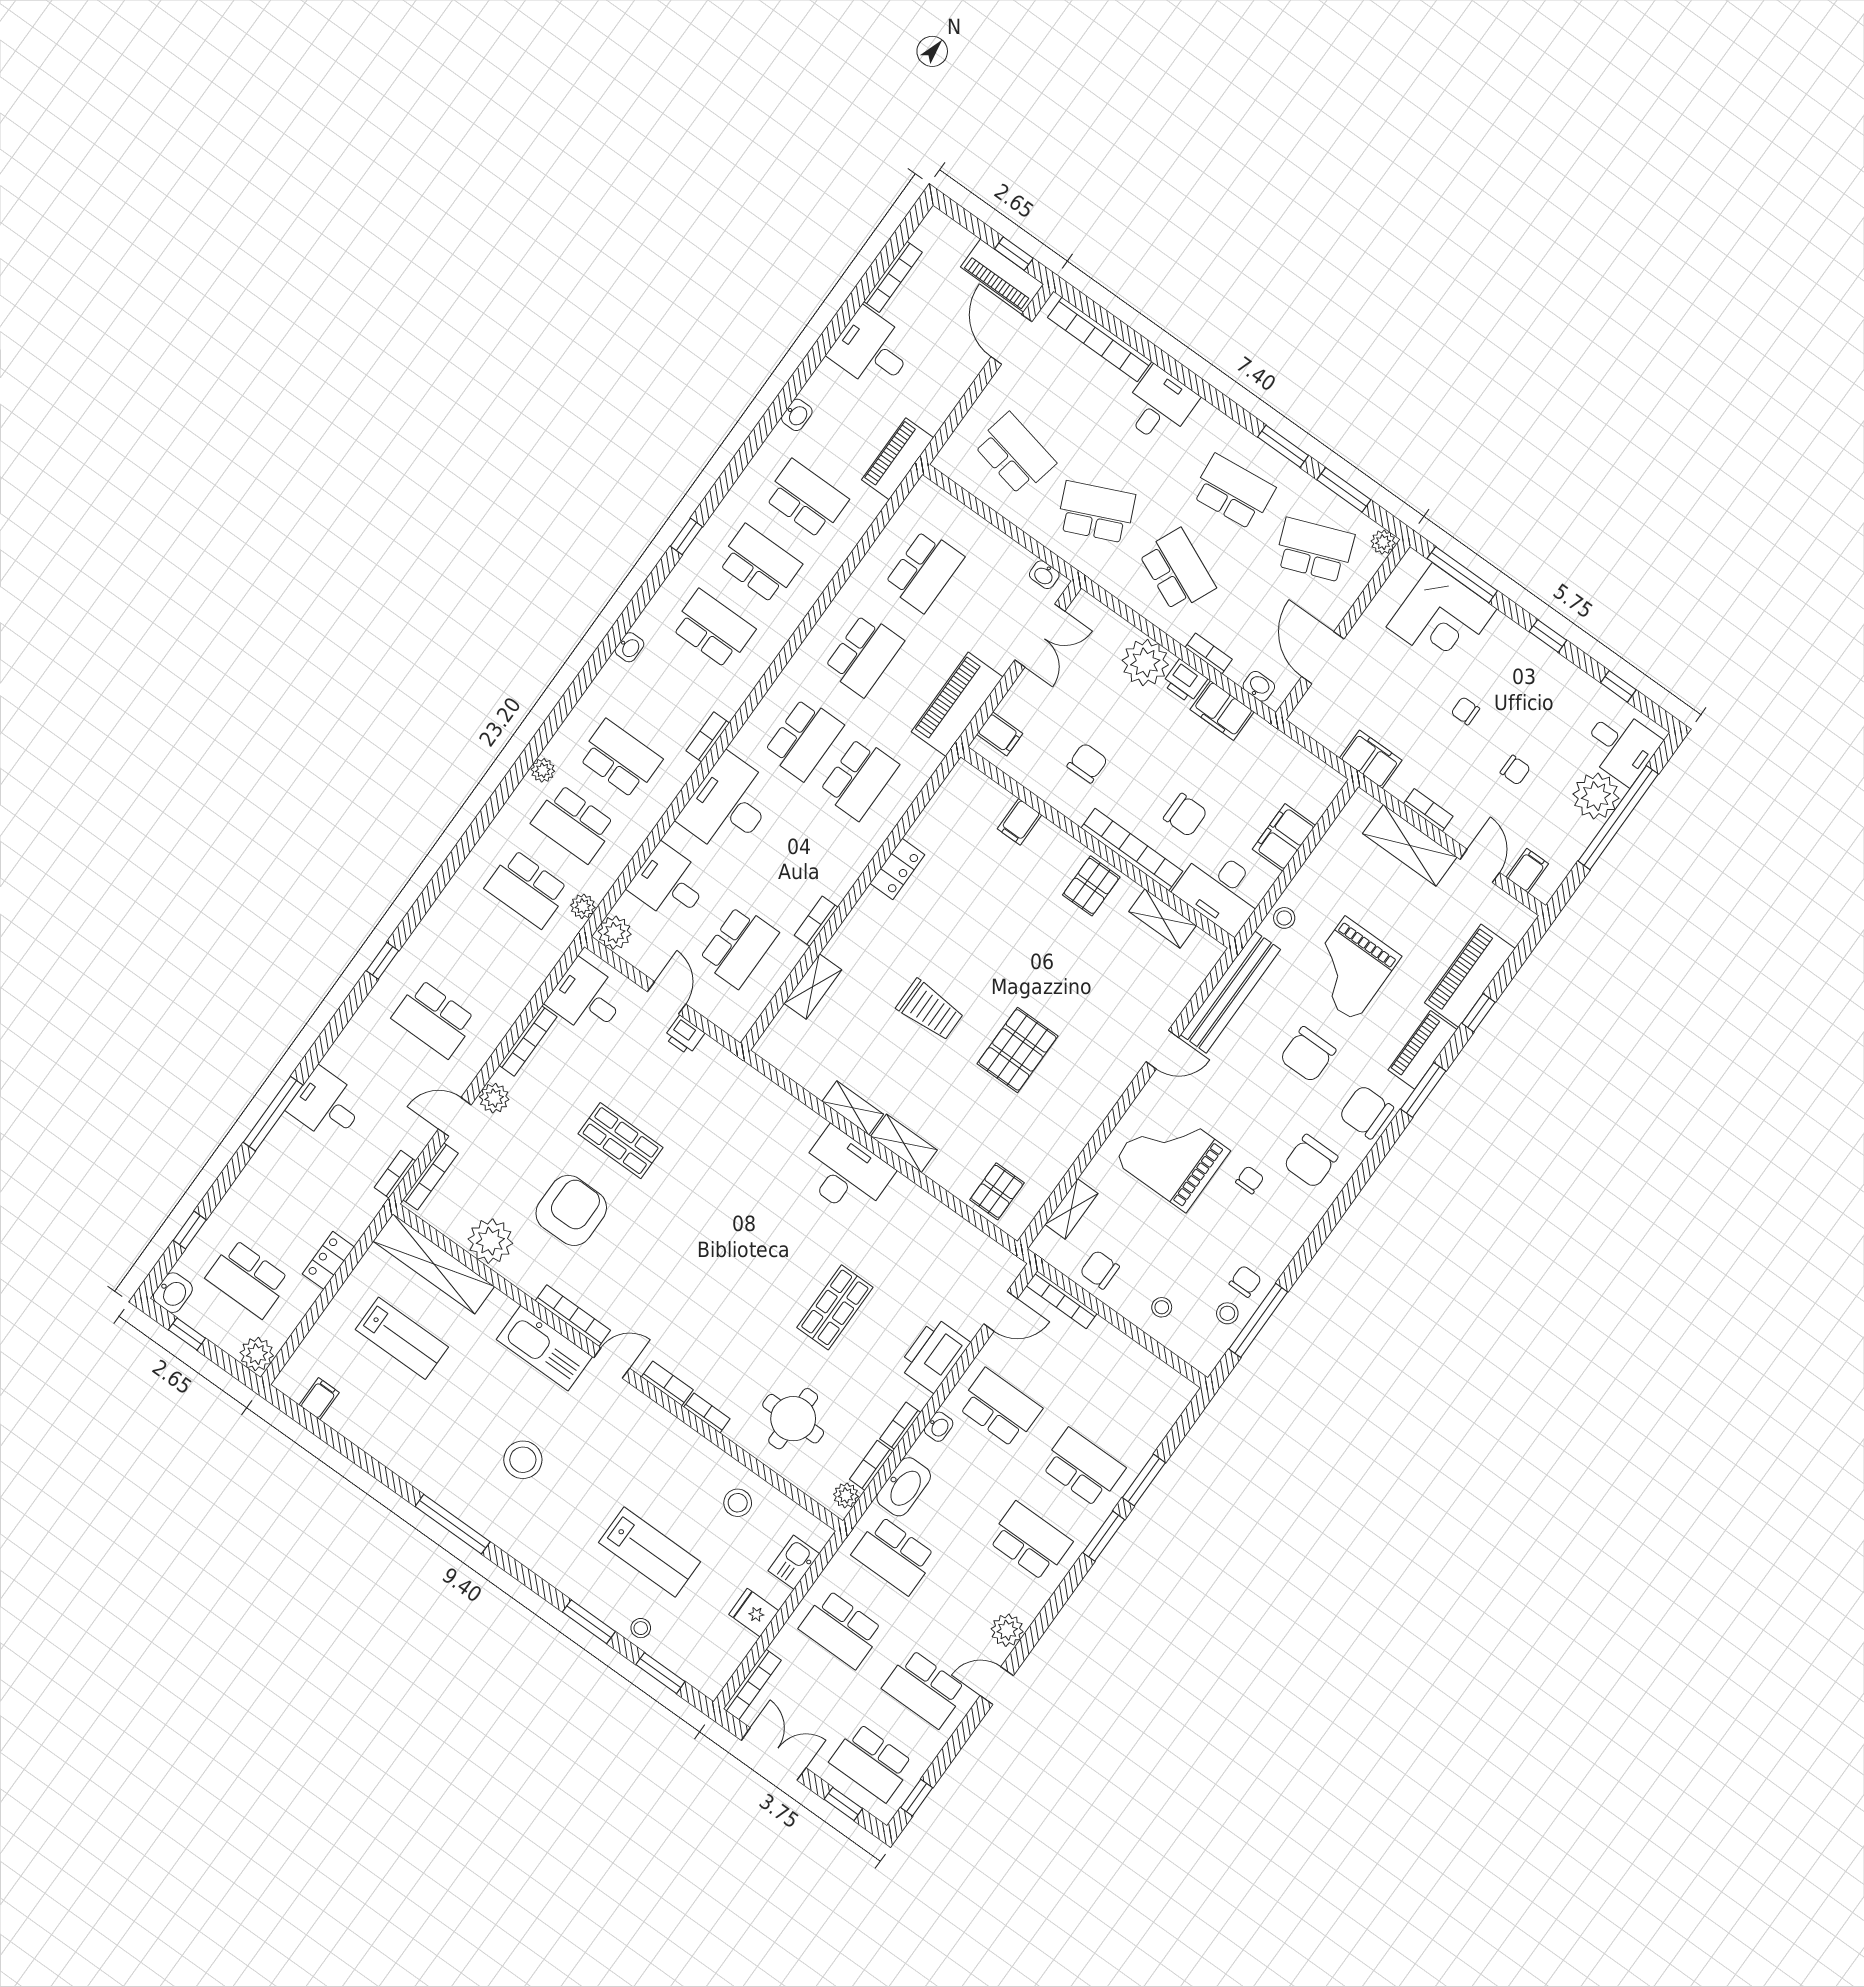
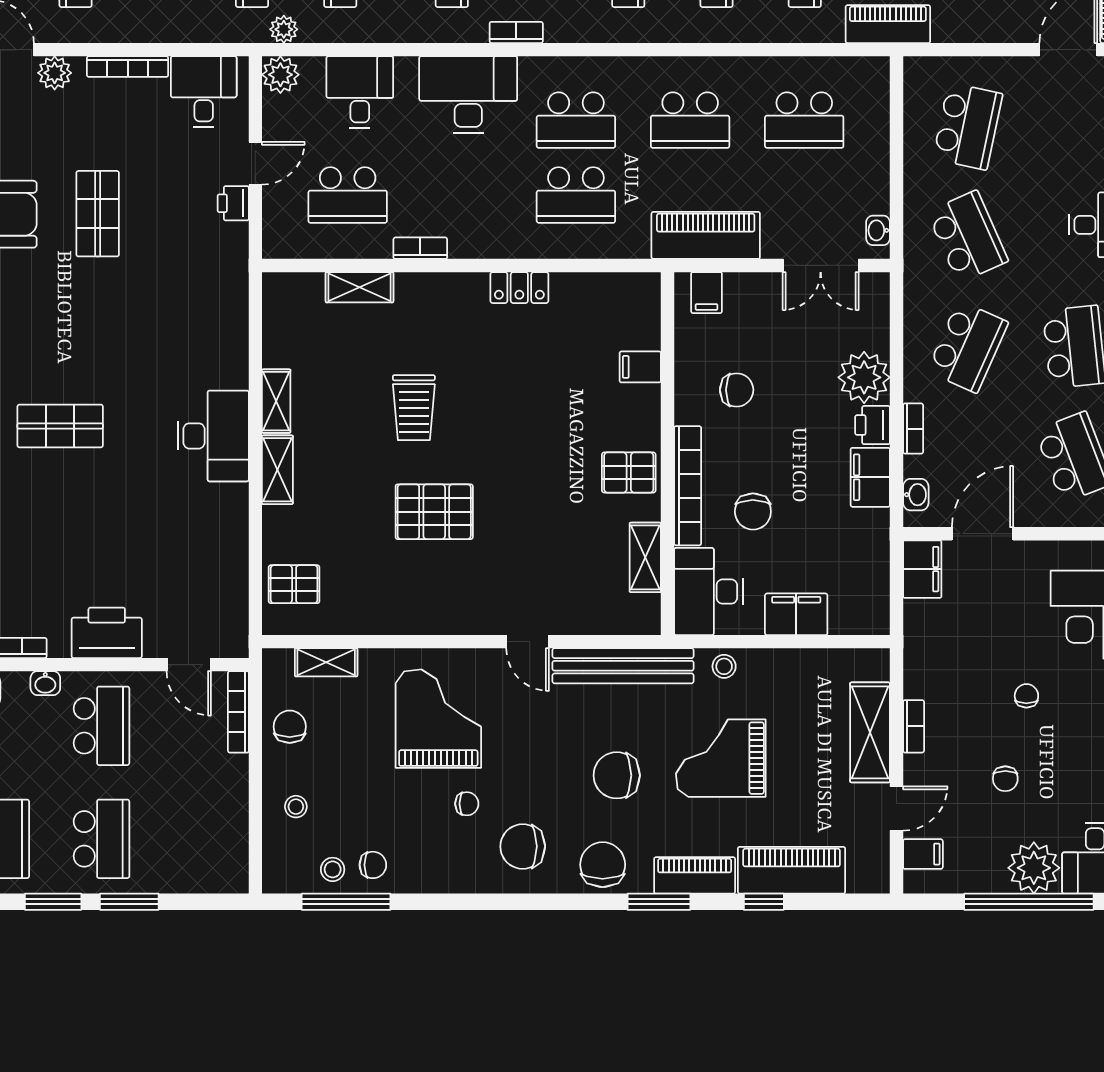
filing cabinet: (1371, 759) -> (922, 569), moved
shop shelf: (835, 1307) -> (60, 426), moved

